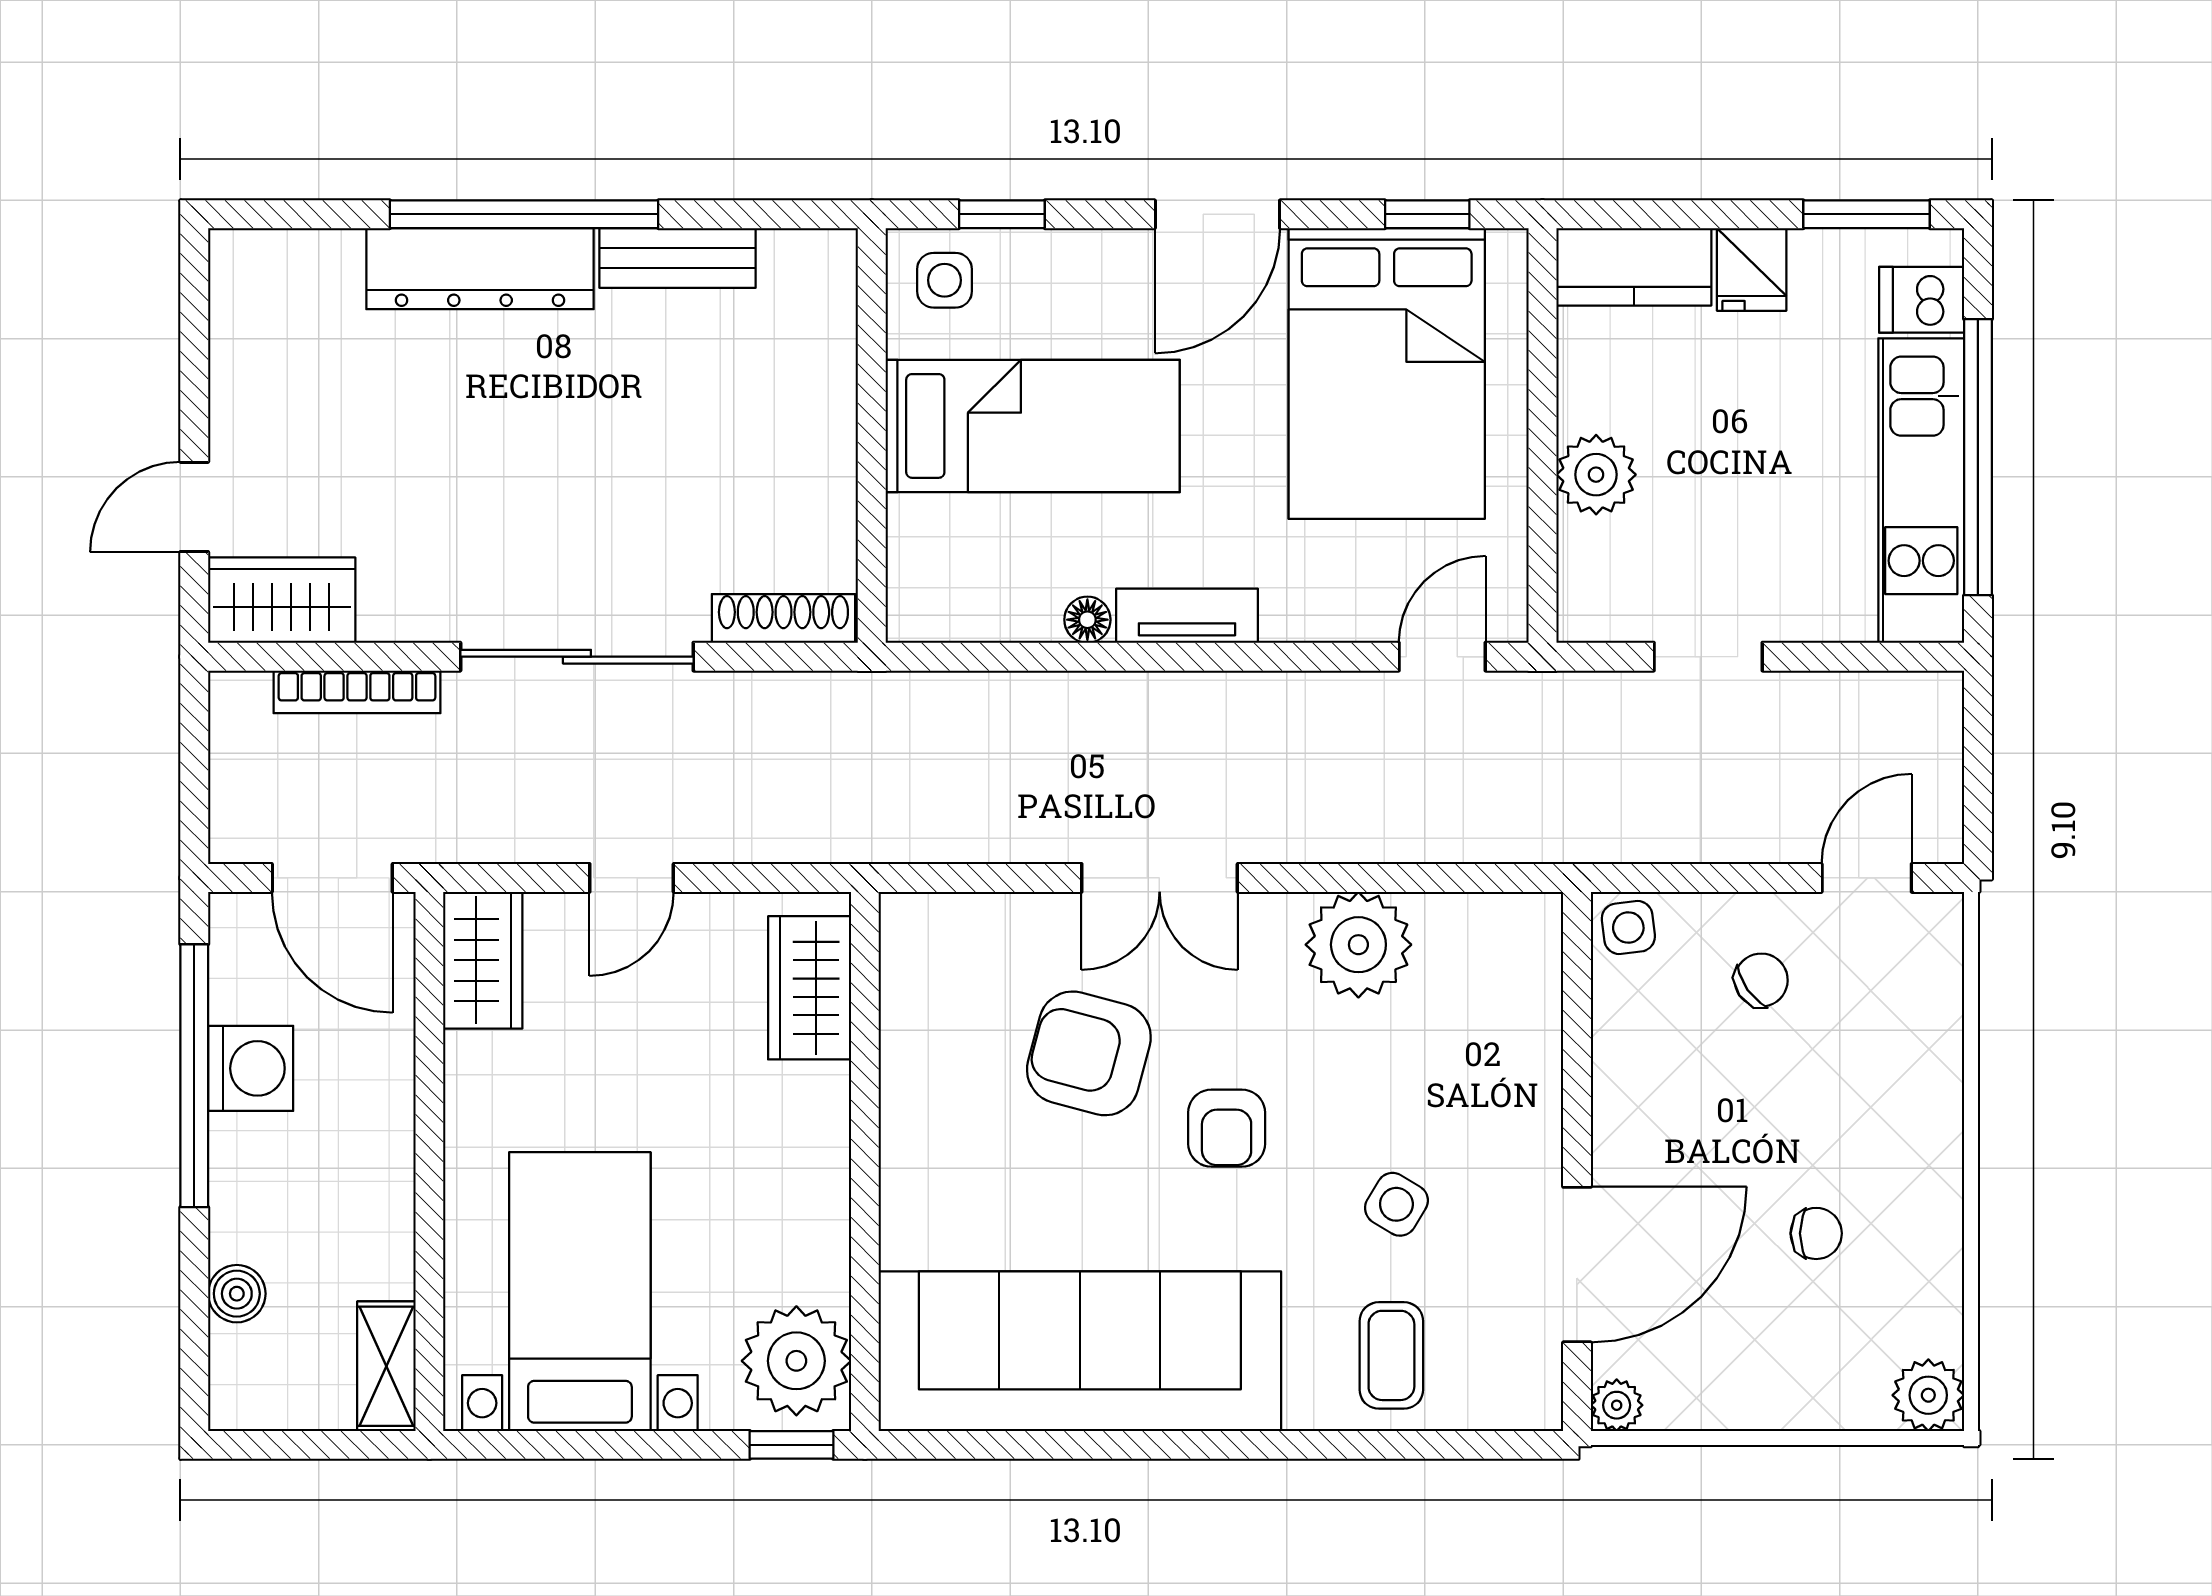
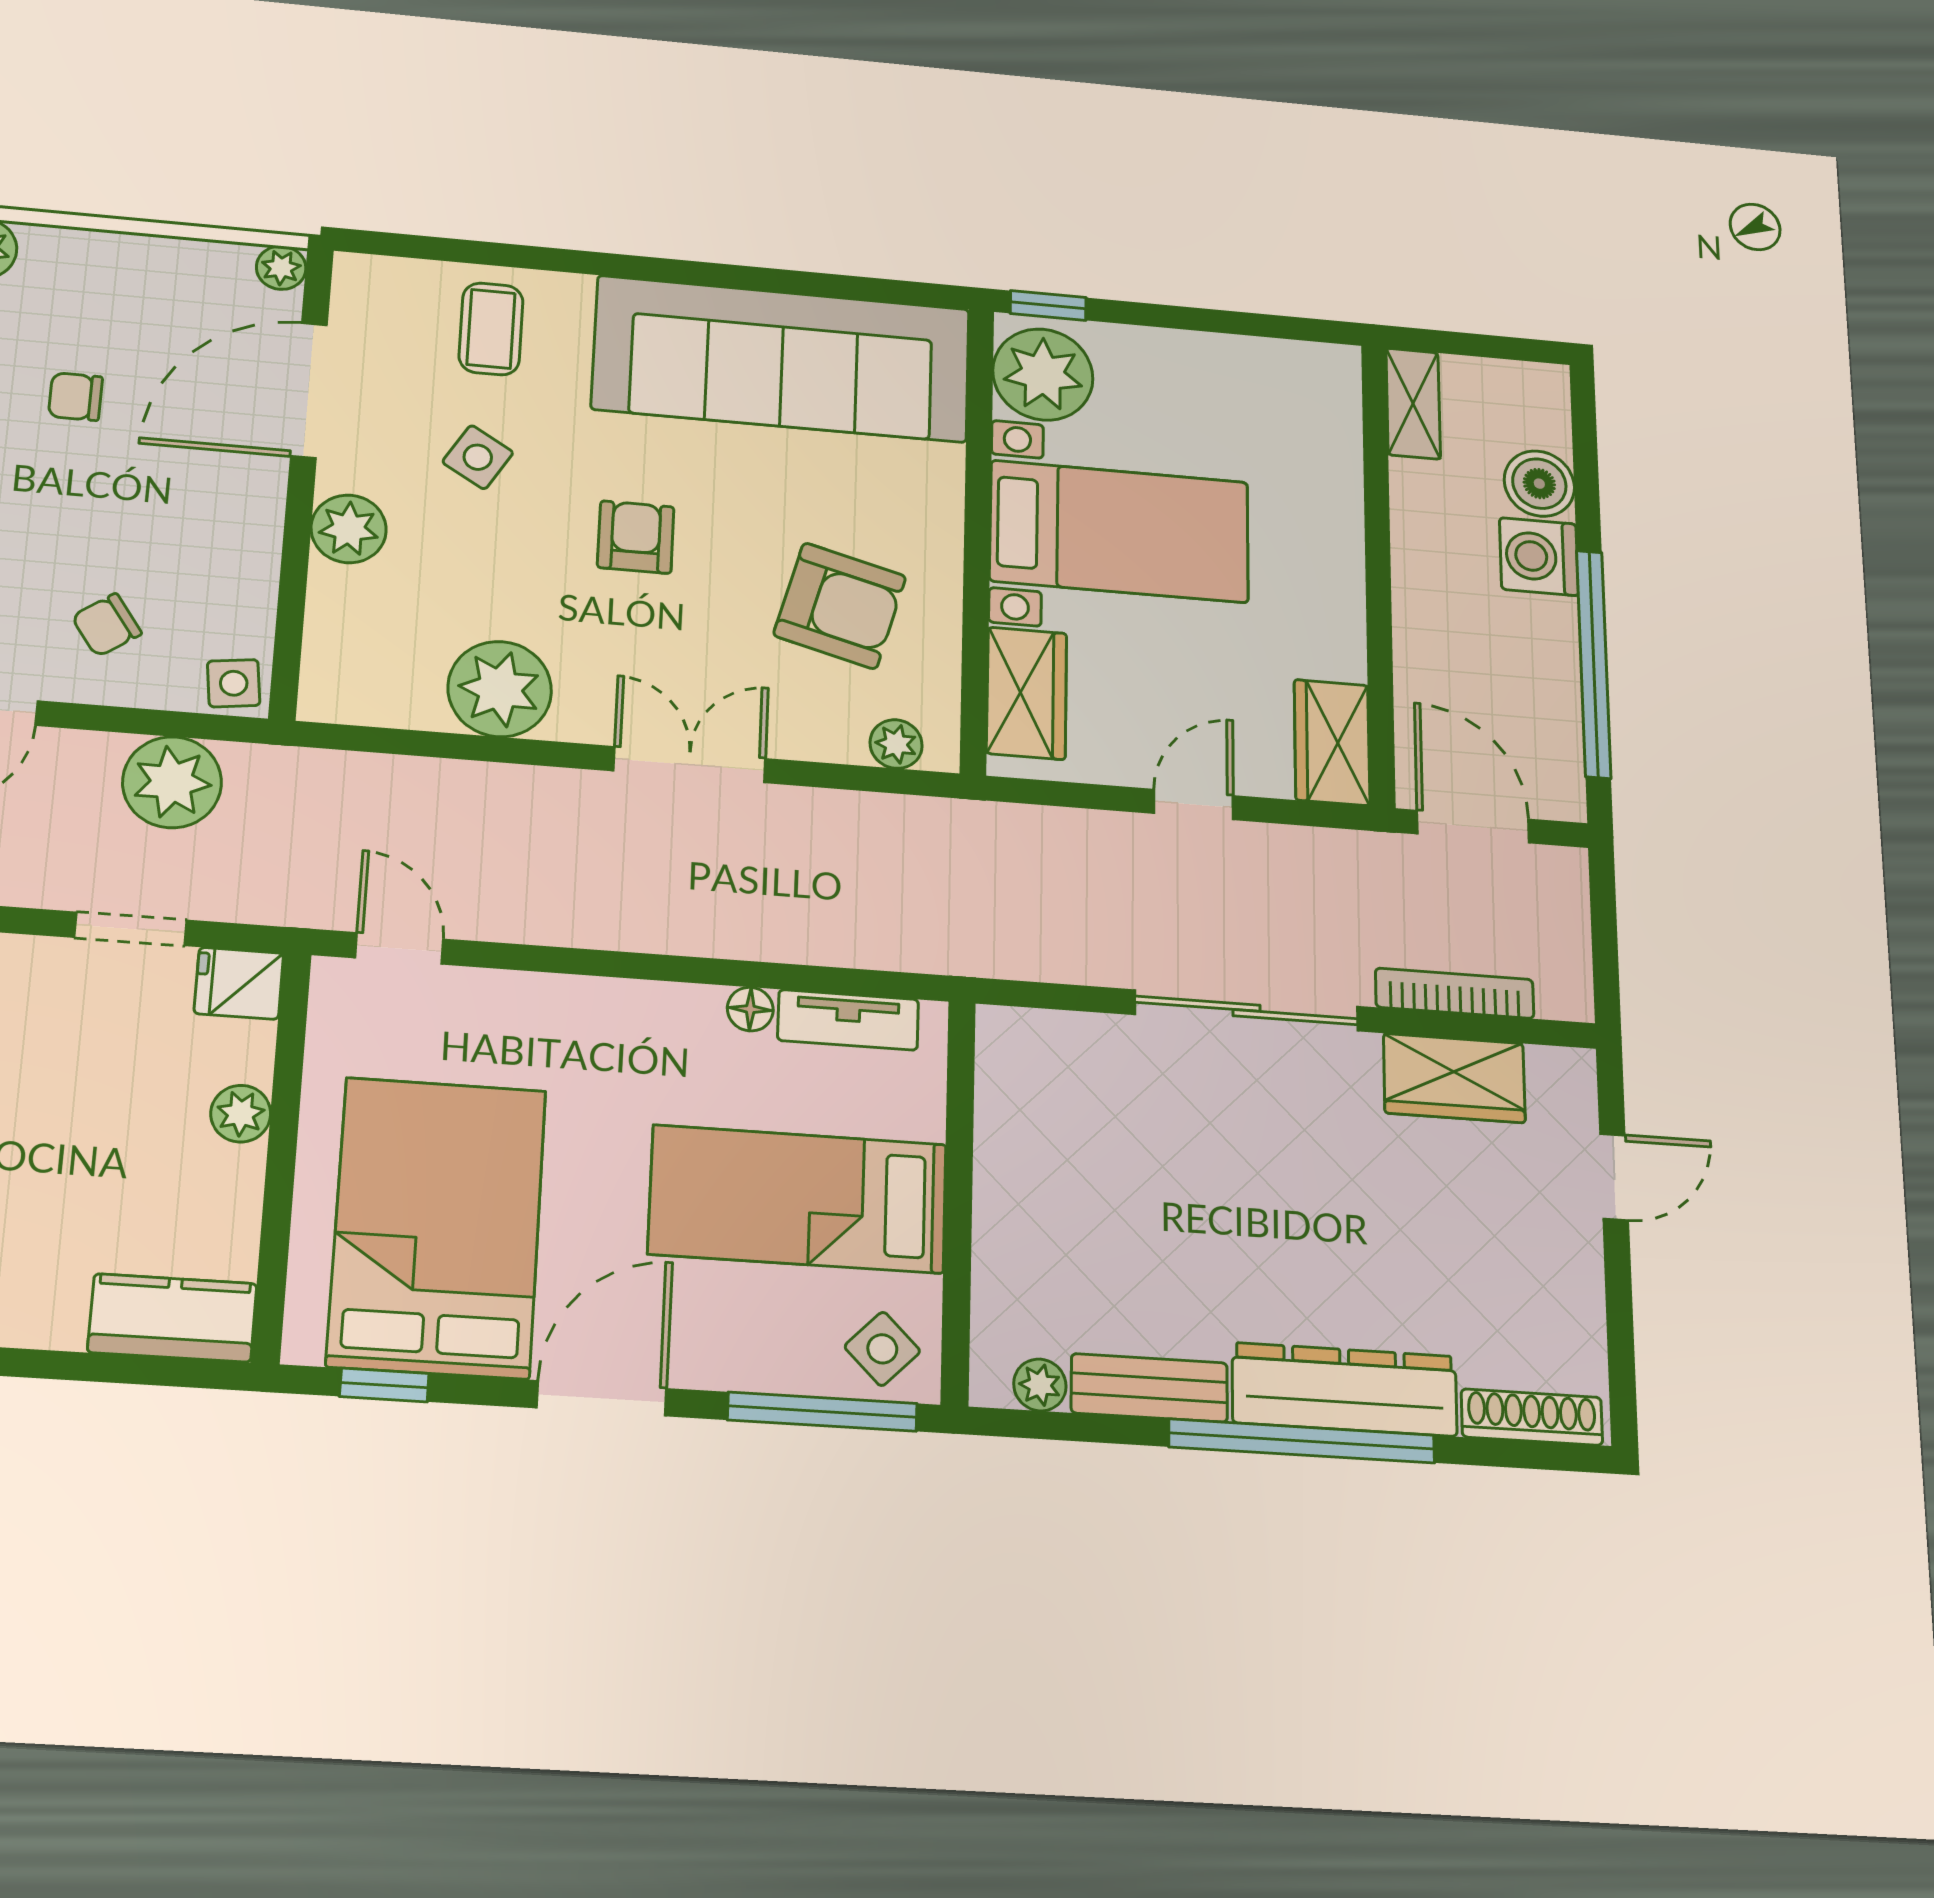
window: (1002, 214) -> (822, 1412), width x2.17
plant: (787, 254) -> (1040, 1385), added
fridge: (1752, 269) -> (239, 983), moved, turned -90
side table: (945, 280) -> (882, 1349), turned 45
plant: (1596, 475) -> (241, 1114), width x0.73, depth x0.73
wardrobe: (282, 600) -> (1454, 1078), moved
tv unit: (1187, 616) -> (848, 1020), moved
shoe rack: (783, 618) -> (1532, 1417), moved, turned 180
door: (1442, 657) -> (399, 948), swing flipped
plant: (1681, 815) -> (172, 782), added
plant: (946, 919) -> (896, 744), added
armchair: (1089, 1053) -> (840, 606), moved
washing machine: (251, 1068) -> (1539, 557), moved
plant: (1525, 1110) -> (349, 529), added
bed with nightstands: (580, 1292) -> (1119, 531), moved, turned -90
boiler: (237, 1294) -> (1539, 484), width x1.36, depth x1.36

